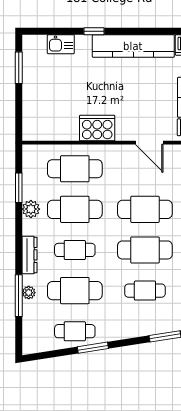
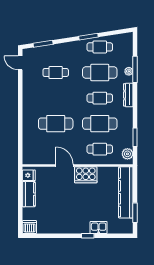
kitchen sink: (61, 44) -> (99, 227), moved
kitchen counter: (133, 46) -> (126, 192), moved, turned -90
door: (149, 143) -> (64, 166), moved
cafe table: (75, 169) -> (100, 149), width x0.73, depth x0.74
plant: (31, 209) -> (127, 154), moved
cafe table: (145, 250) -> (56, 98), removed

